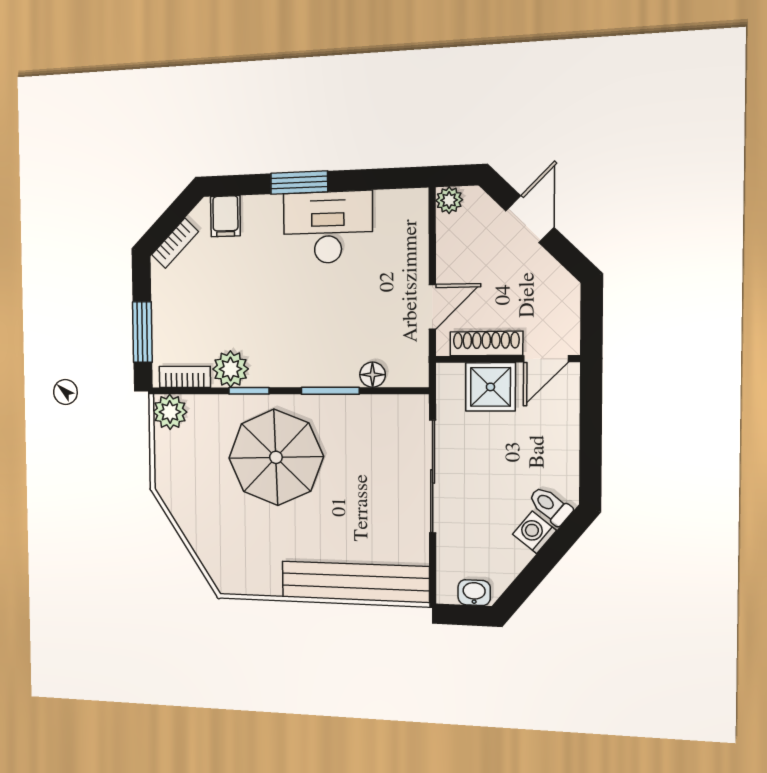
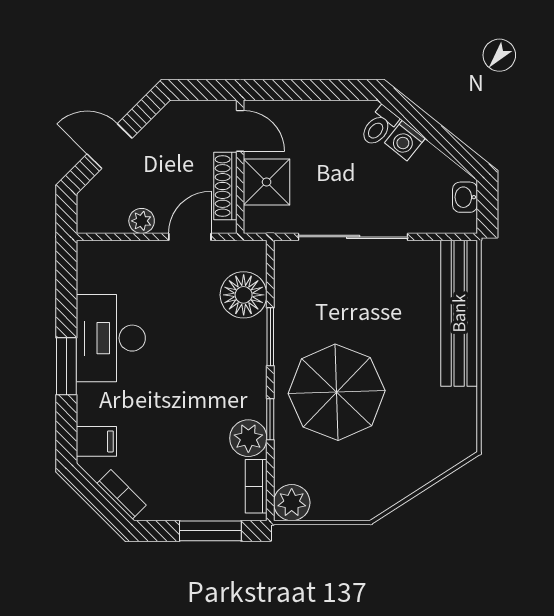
plant: (449, 200) -> (142, 221), moved
door: (432, 307) -> (190, 237), hinge flipped
floor lamp: (373, 375) -> (244, 295), width x1.89, depth x1.89

